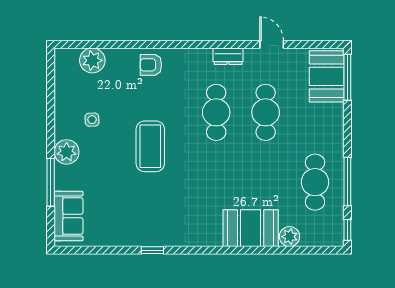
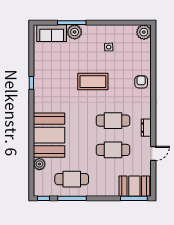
plant: (92, 60) -> (144, 32), moved
plant: (67, 152) -> (75, 32), moved
booth: (251, 228) -> (49, 135), width x1.36, depth x1.42

